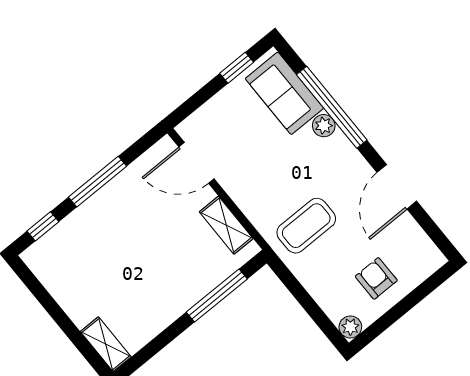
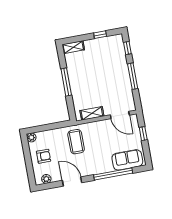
window: (237, 68) -> (143, 134), moved
plant: (324, 126) -> (46, 179), moved
door: (197, 163) -> (120, 115), swing flipped
window: (217, 296) -> (66, 82), moved
window: (47, 301) -> (100, 35), added

